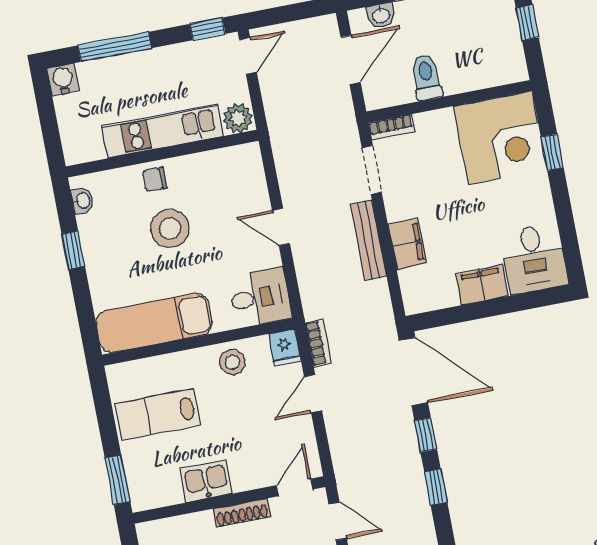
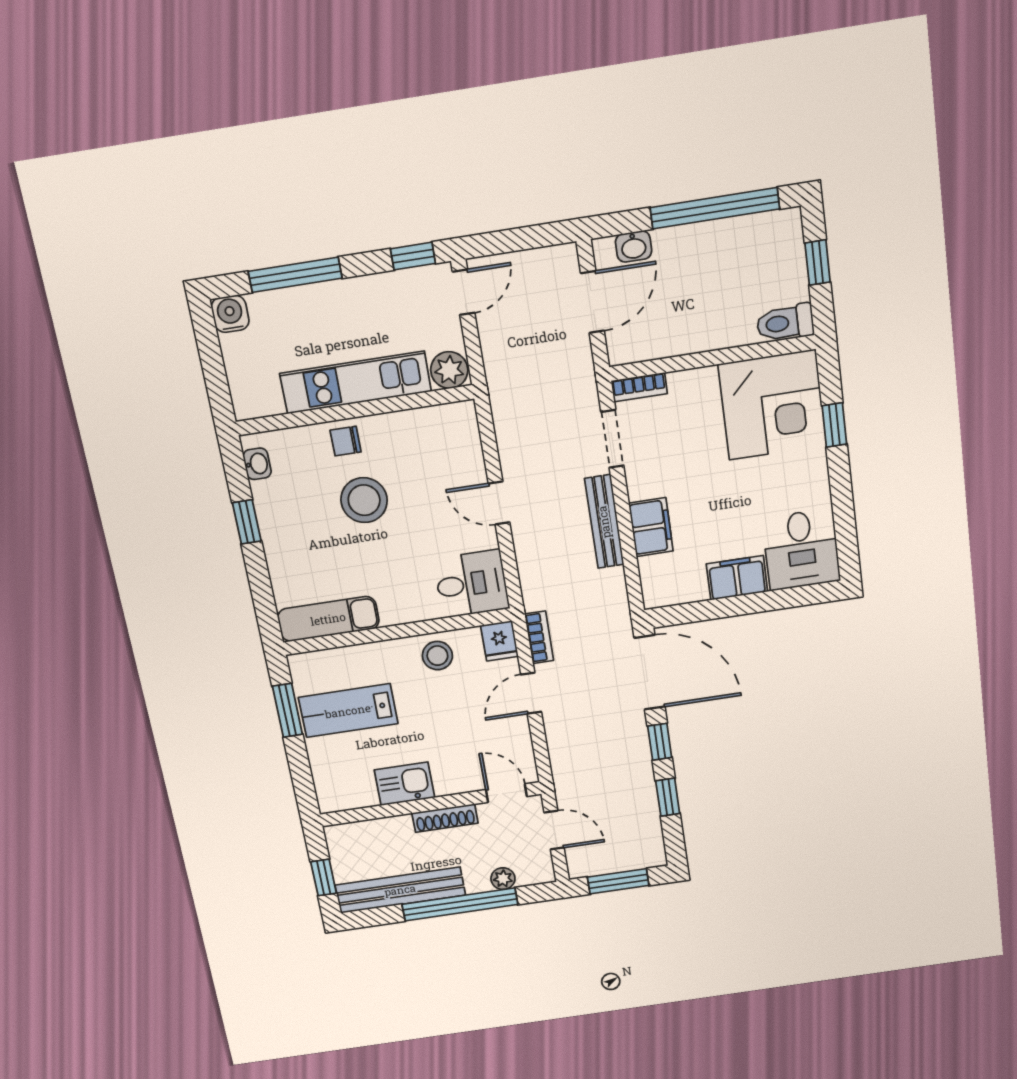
toilet: (426, 77) -> (785, 323), moved, turned -90
exam couch: (154, 323) -> (328, 619), width x0.73, depth x0.69
window: (118, 480) -> (287, 710), moved
door: (295, 487) -> (506, 793), hinge flipped

